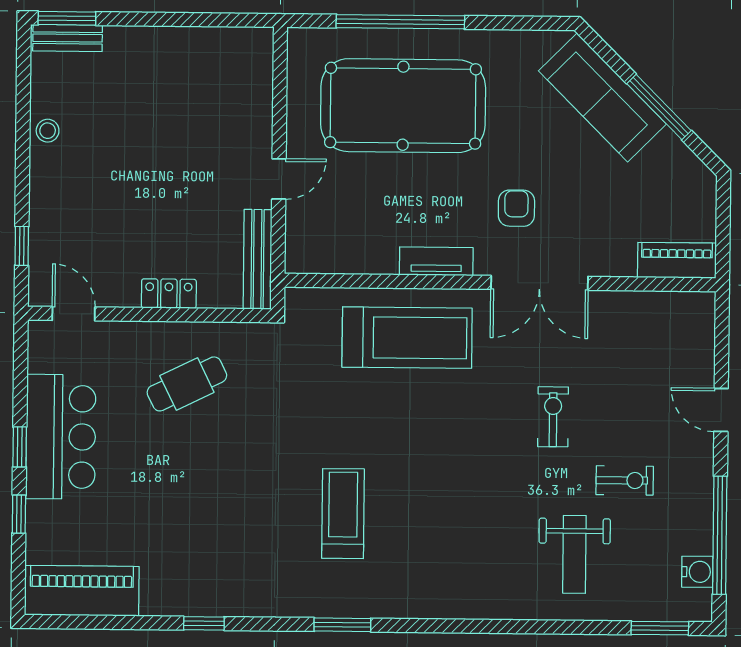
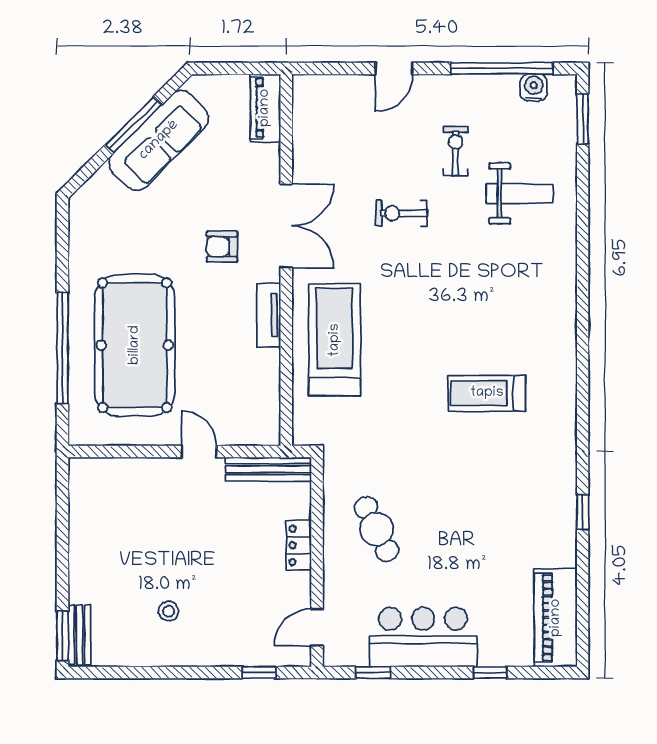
sofa: (602, 97) -> (159, 140), moved
stool: (48, 131) -> (169, 611), moved
window: (20, 447) -> (373, 673), moved
window: (342, 625) -> (583, 393), removed

